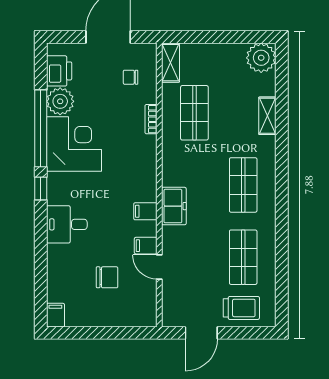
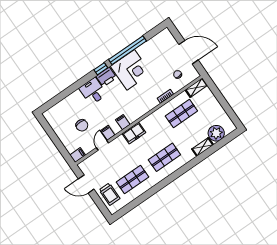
plant: (261, 58) -> (216, 133), moved
printer: (59, 71) -> (106, 77), moved
plant: (60, 101) -> (145, 51), removed
filing cabinet: (55, 315) -> (78, 155), moved

